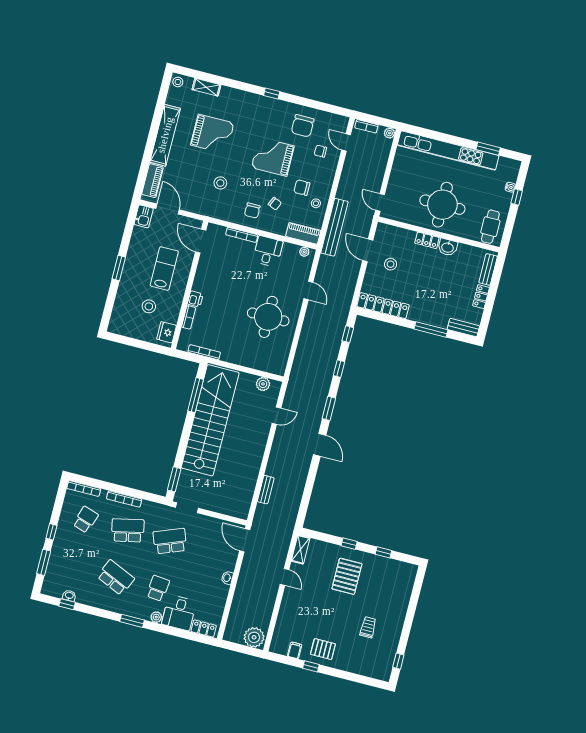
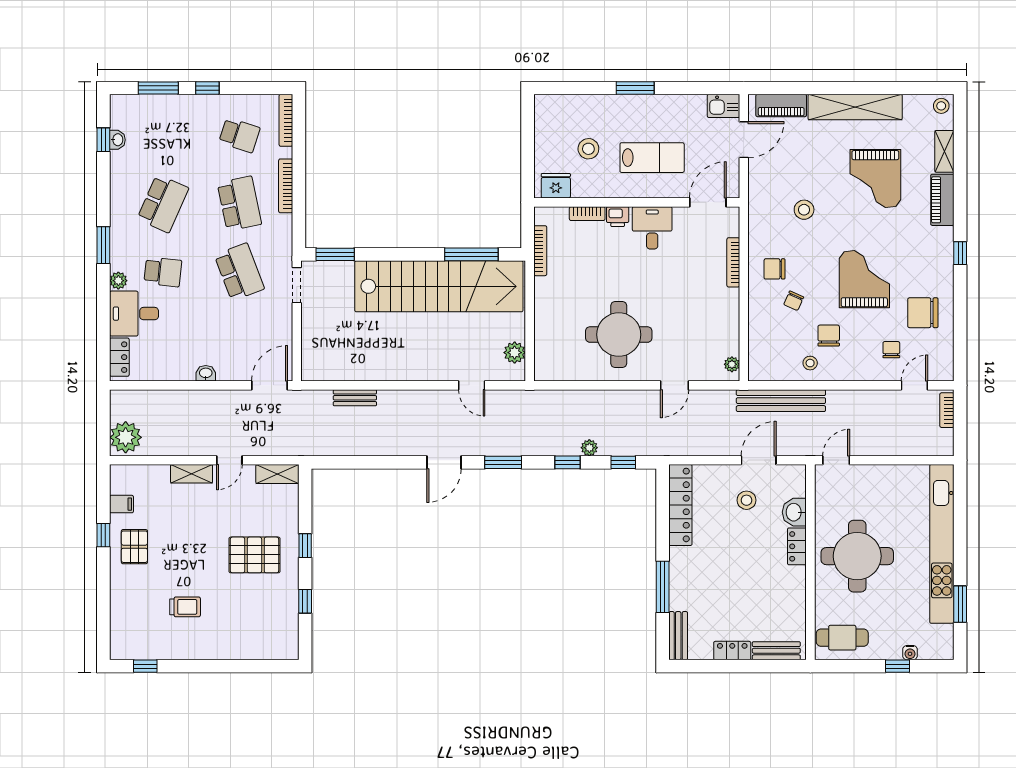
plant: (389, 133) -> (589, 448), moved
piano: (303, 233) -> (942, 200), moved, turned 180
washbasin: (448, 247) -> (794, 512), moved
desk: (268, 251) -> (652, 228), moved, turned -90
shelving: (287, 602) -> (192, 474), added

